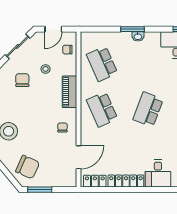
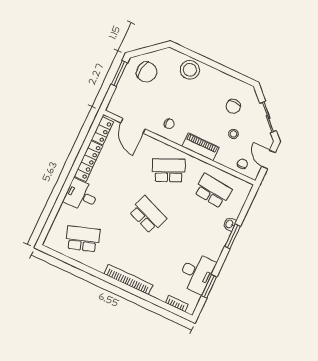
washbasin: (138, 36) -> (230, 224), moved
school desk: (102, 64) -> (213, 191), turned 30
chair: (22, 80) -> (233, 106), turned 90
chair: (28, 167) -> (147, 72), turned -105

